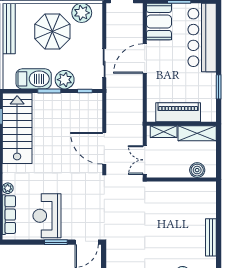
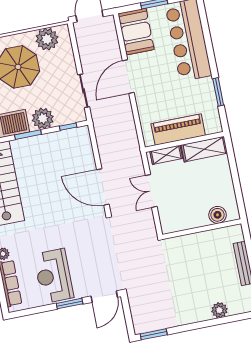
boiler: (197, 170) -> (218, 215), moved
wall: (181, 179) -> (202, 229), moved

